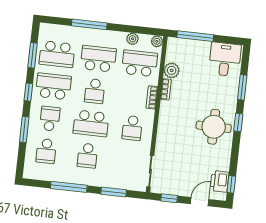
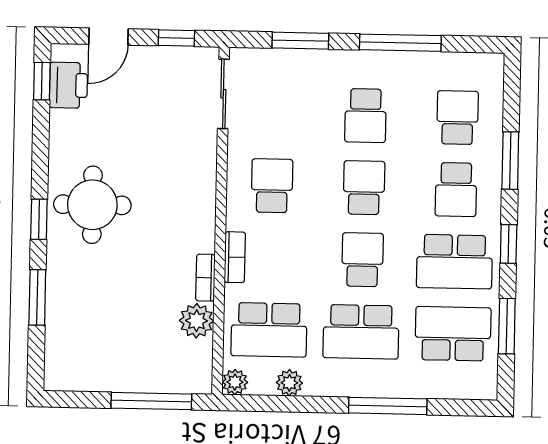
desk: (225, 59) -> (81, 356), removed
school desk: (91, 123) -> (364, 188), width x0.54
school desk: (87, 156) -> (365, 116), turned 180

